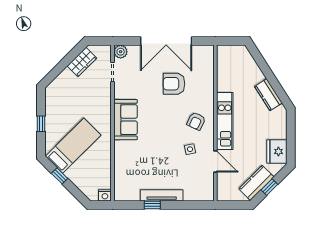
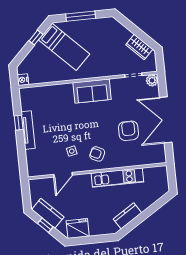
kitchen unit: (225, 121) -> (117, 178), moved
window: (41, 124) -> (81, 16), width x2.17

